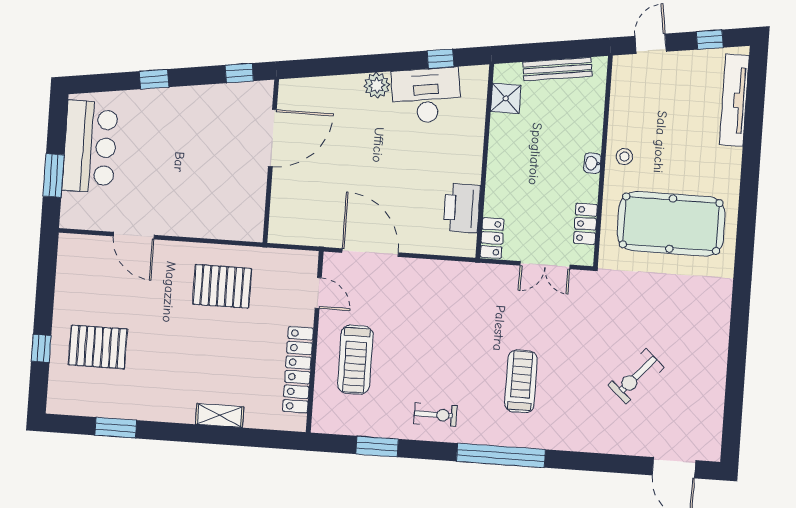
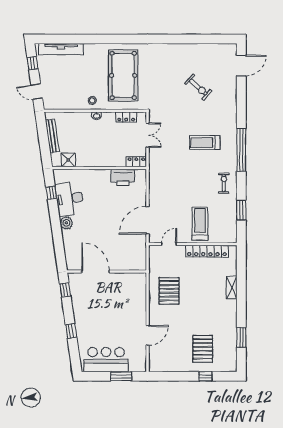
treadmill: (355, 360) -> (200, 224), turned -90

